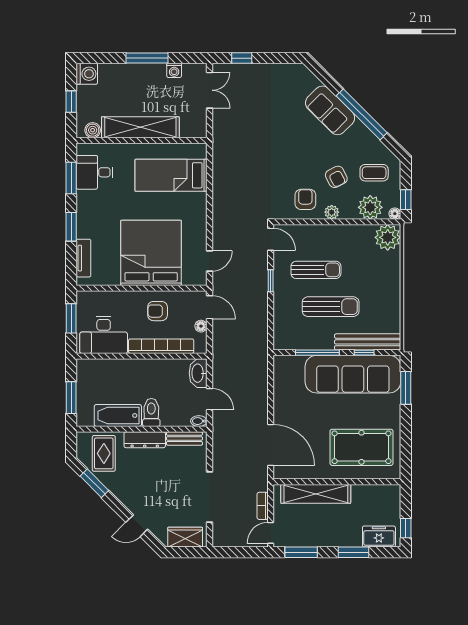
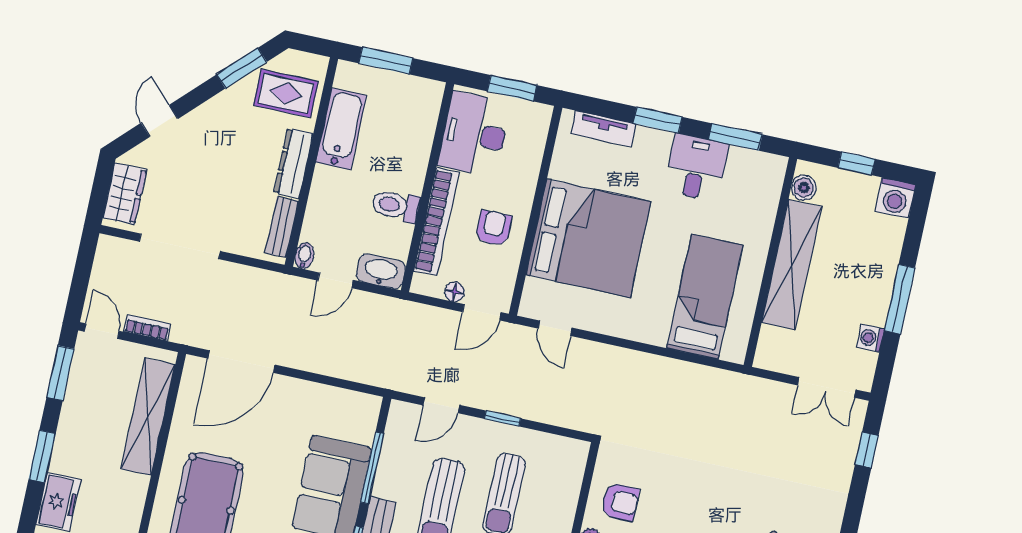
desk: (95, 172) -> (696, 167), moved
door: (271, 239) -> (441, 405), moved
toilet: (151, 412) -> (396, 206), moved, turned 180

